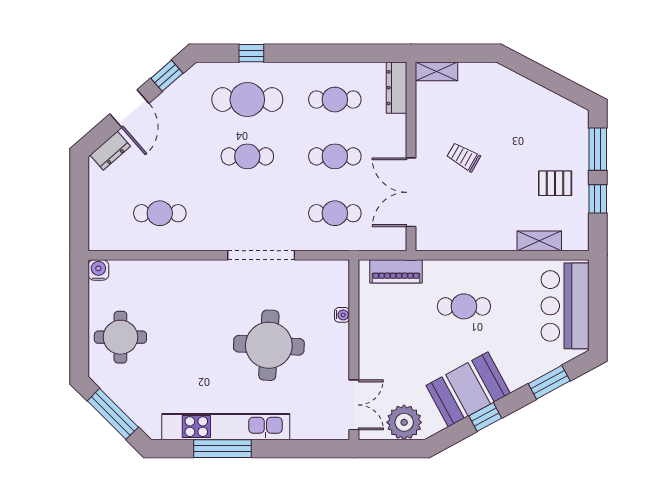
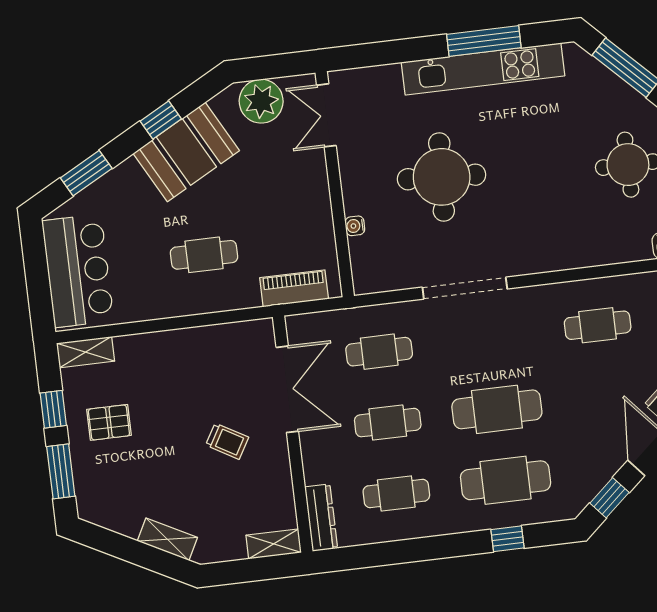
shelving: (520, 85) -> (167, 539), added
cafe table: (247, 156) -> (497, 409), width x1.37, depth x1.35
shelving: (539, 241) -> (86, 352), moved

